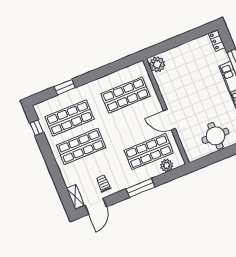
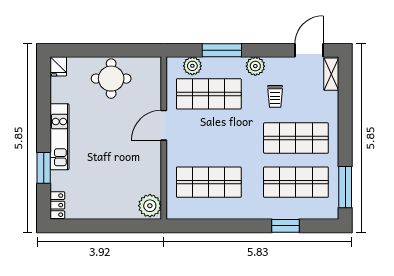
door: (169, 120) -> (164, 125), swing flipped
window: (37, 128) -> (345, 187), width x2.17
plant: (126, 182) -> (255, 66), added
trolley: (103, 183) -> (275, 96), moved
window: (140, 188) -> (222, 50), moved

